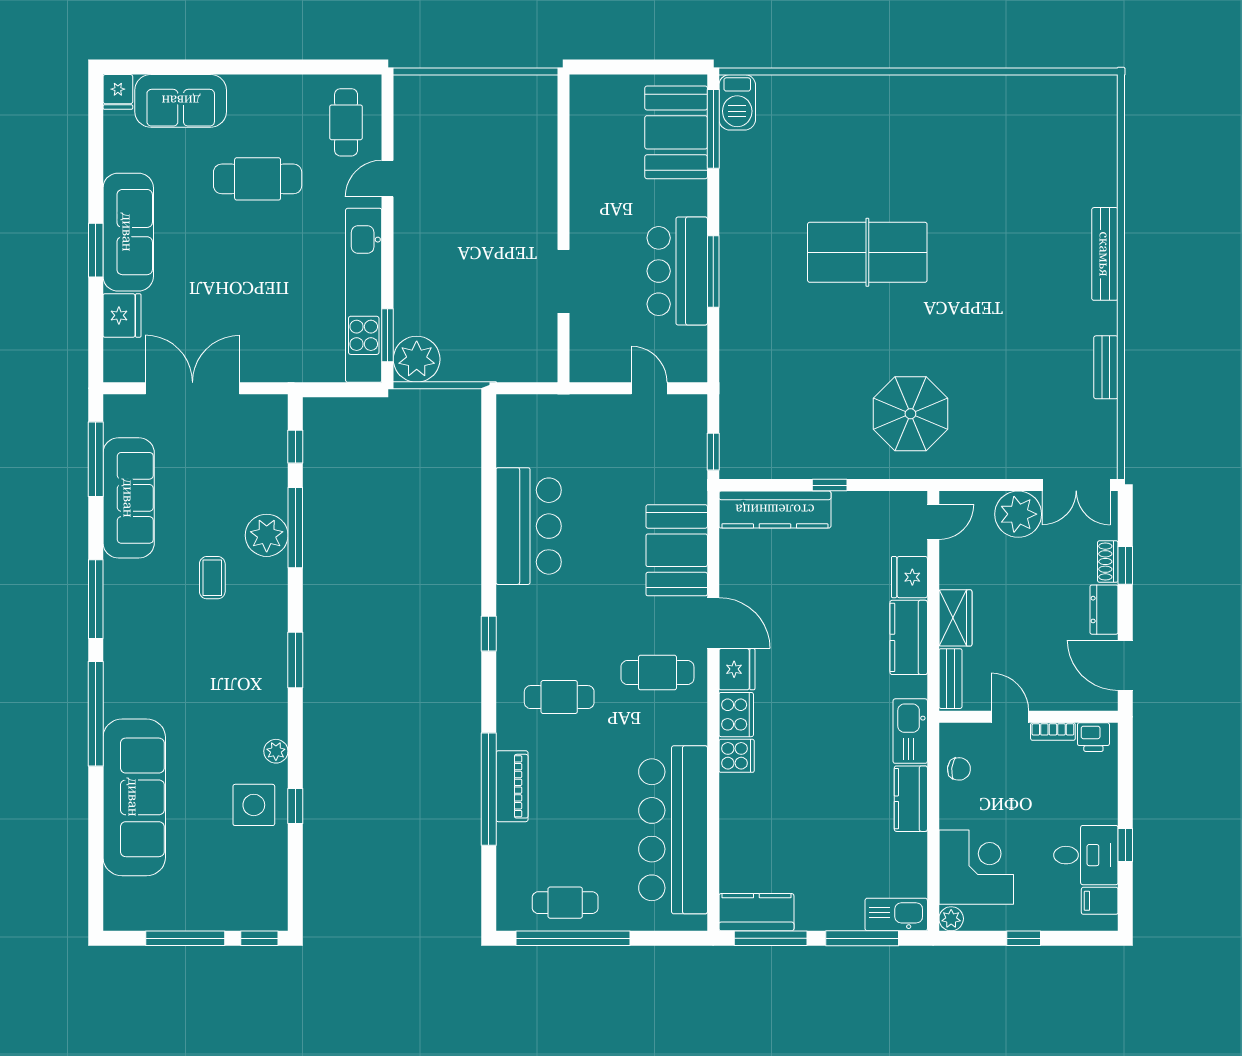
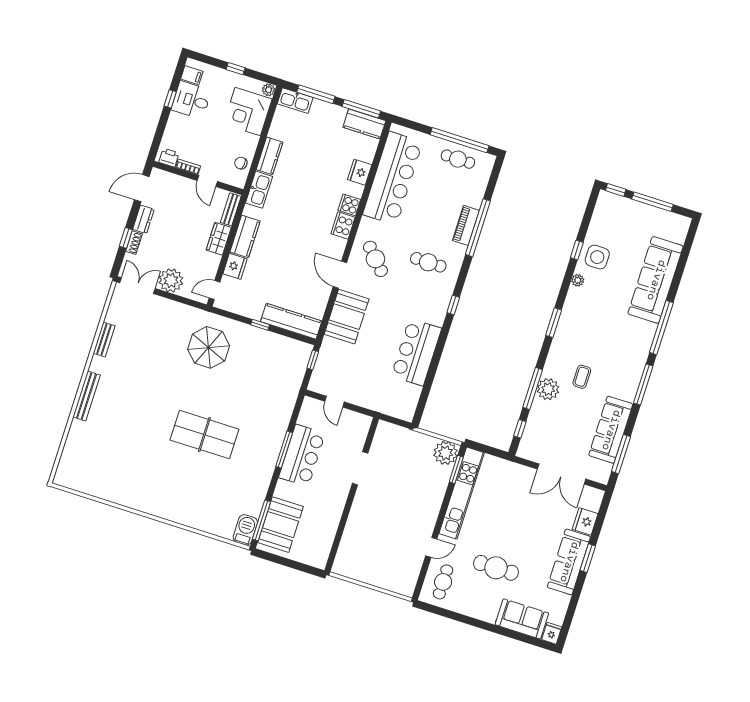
door: (1125, 665) -> (142, 188), swing flipped
fridge: (737, 669) -> (360, 172), moved
cafe table: (657, 673) -> (375, 259), turned 47

